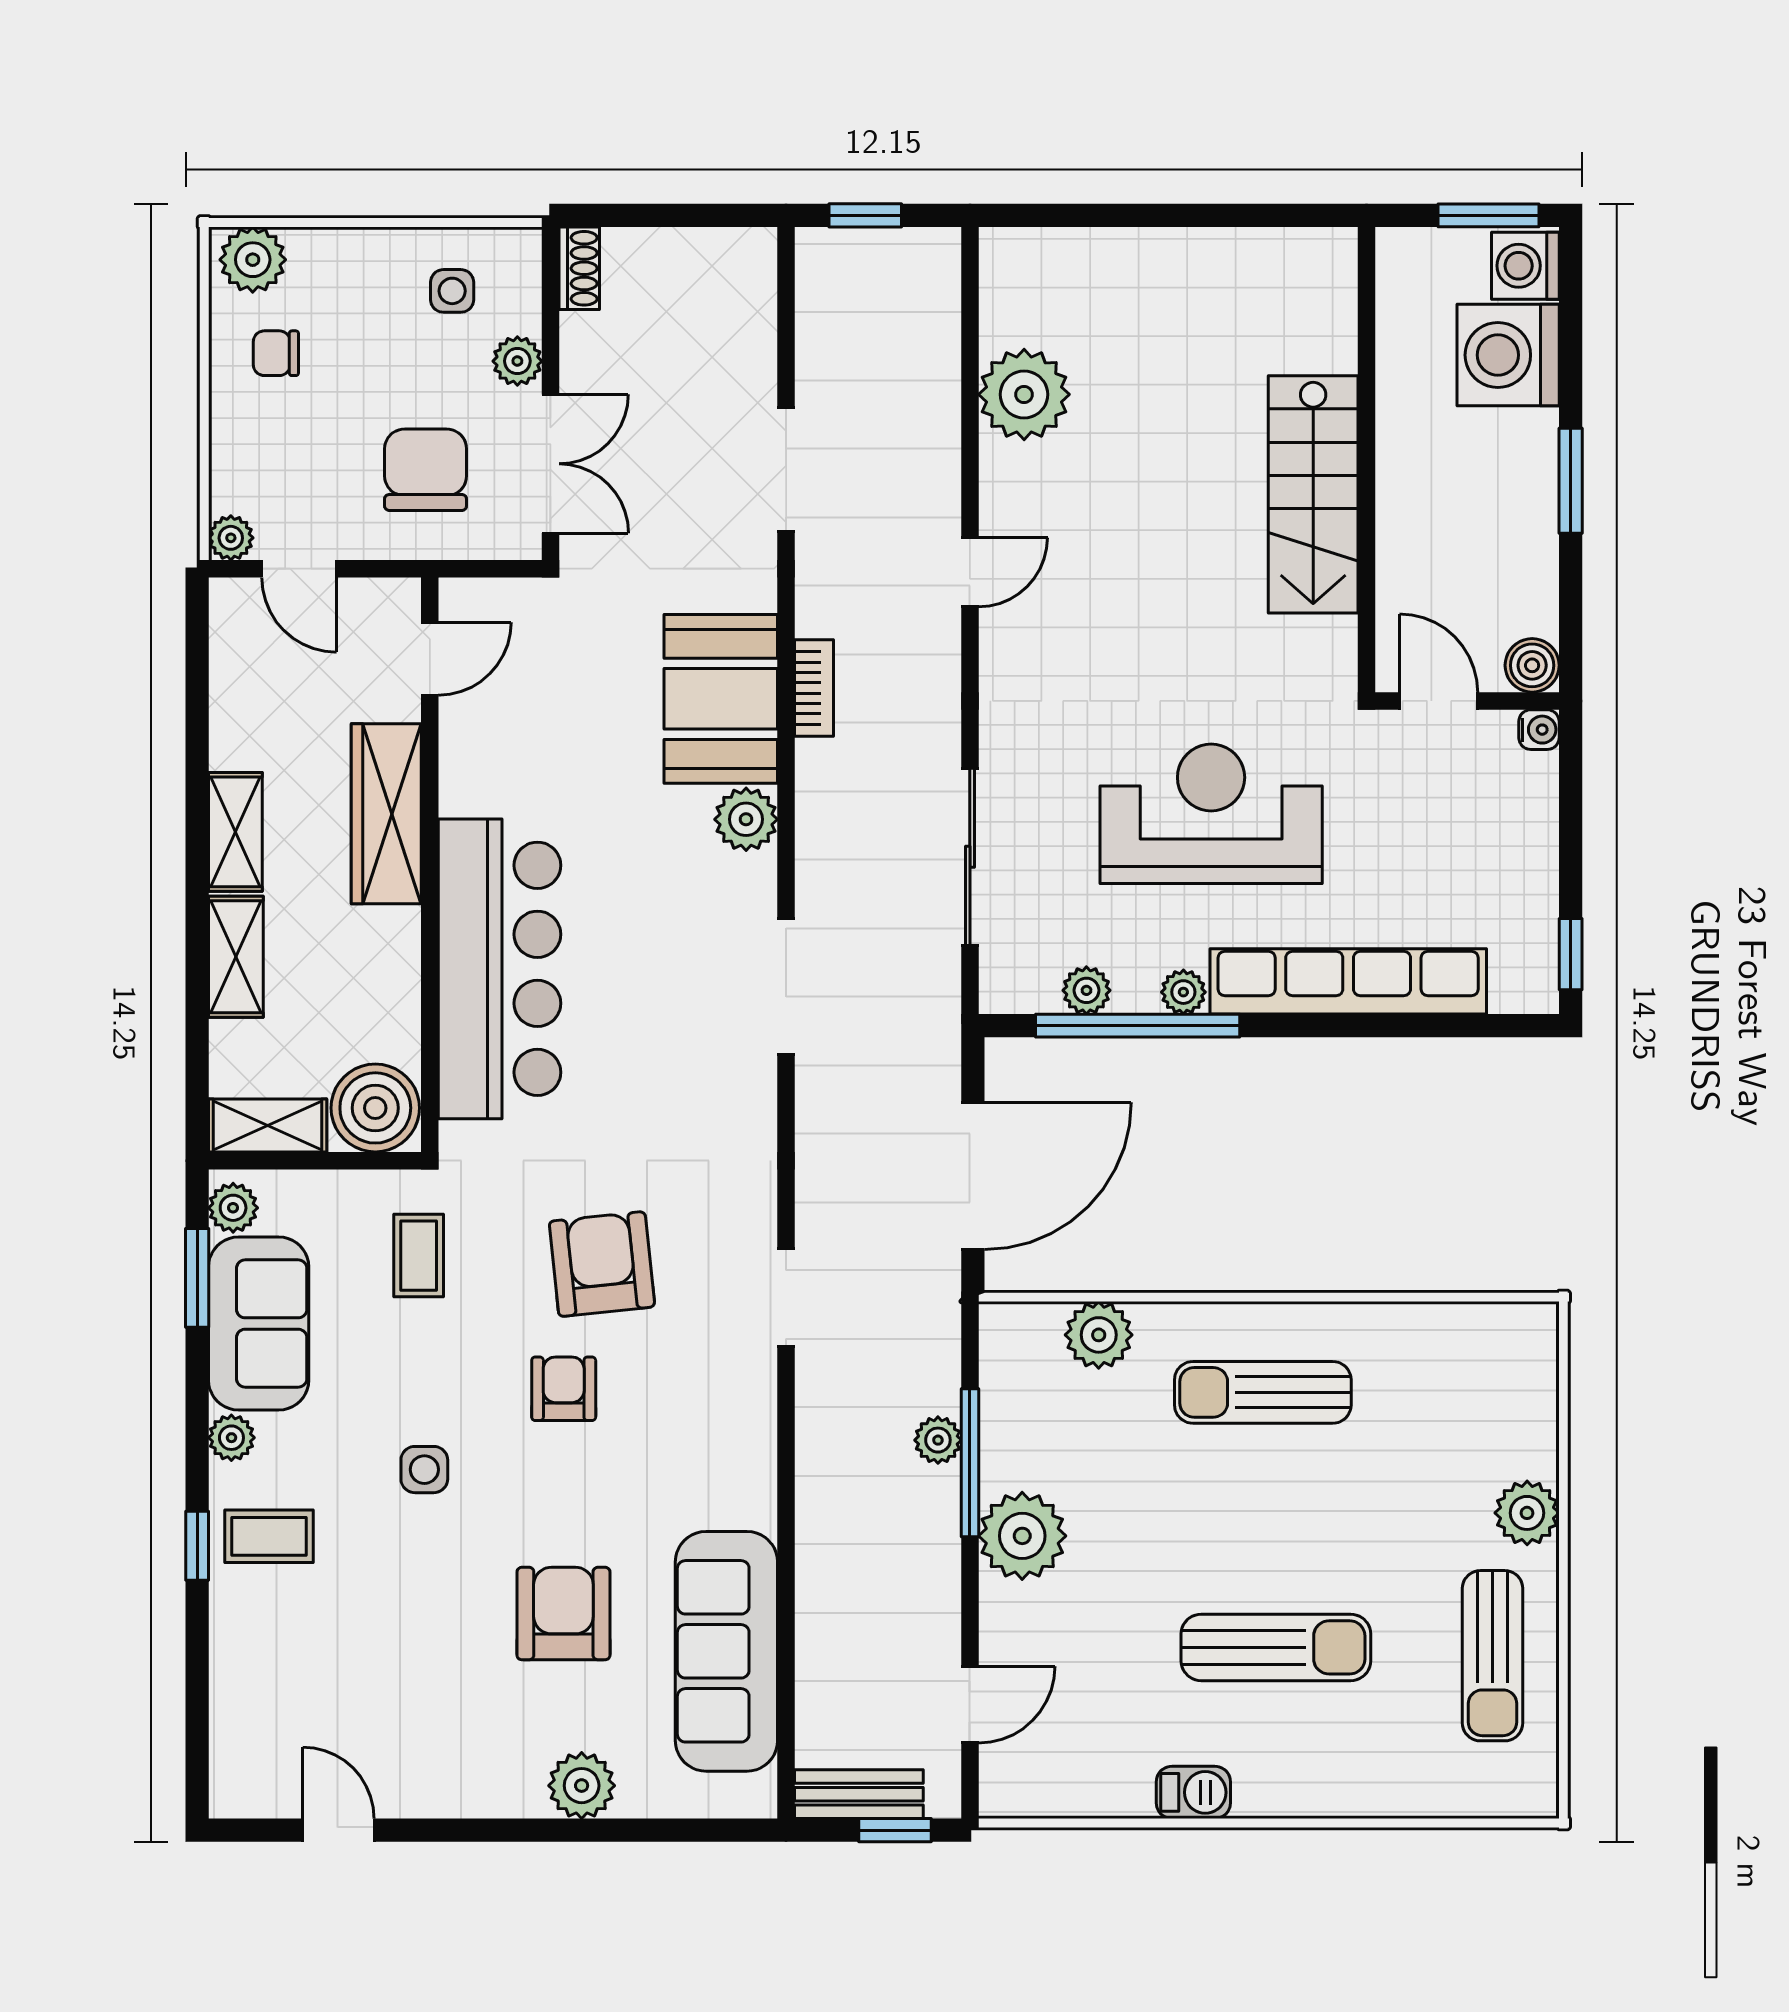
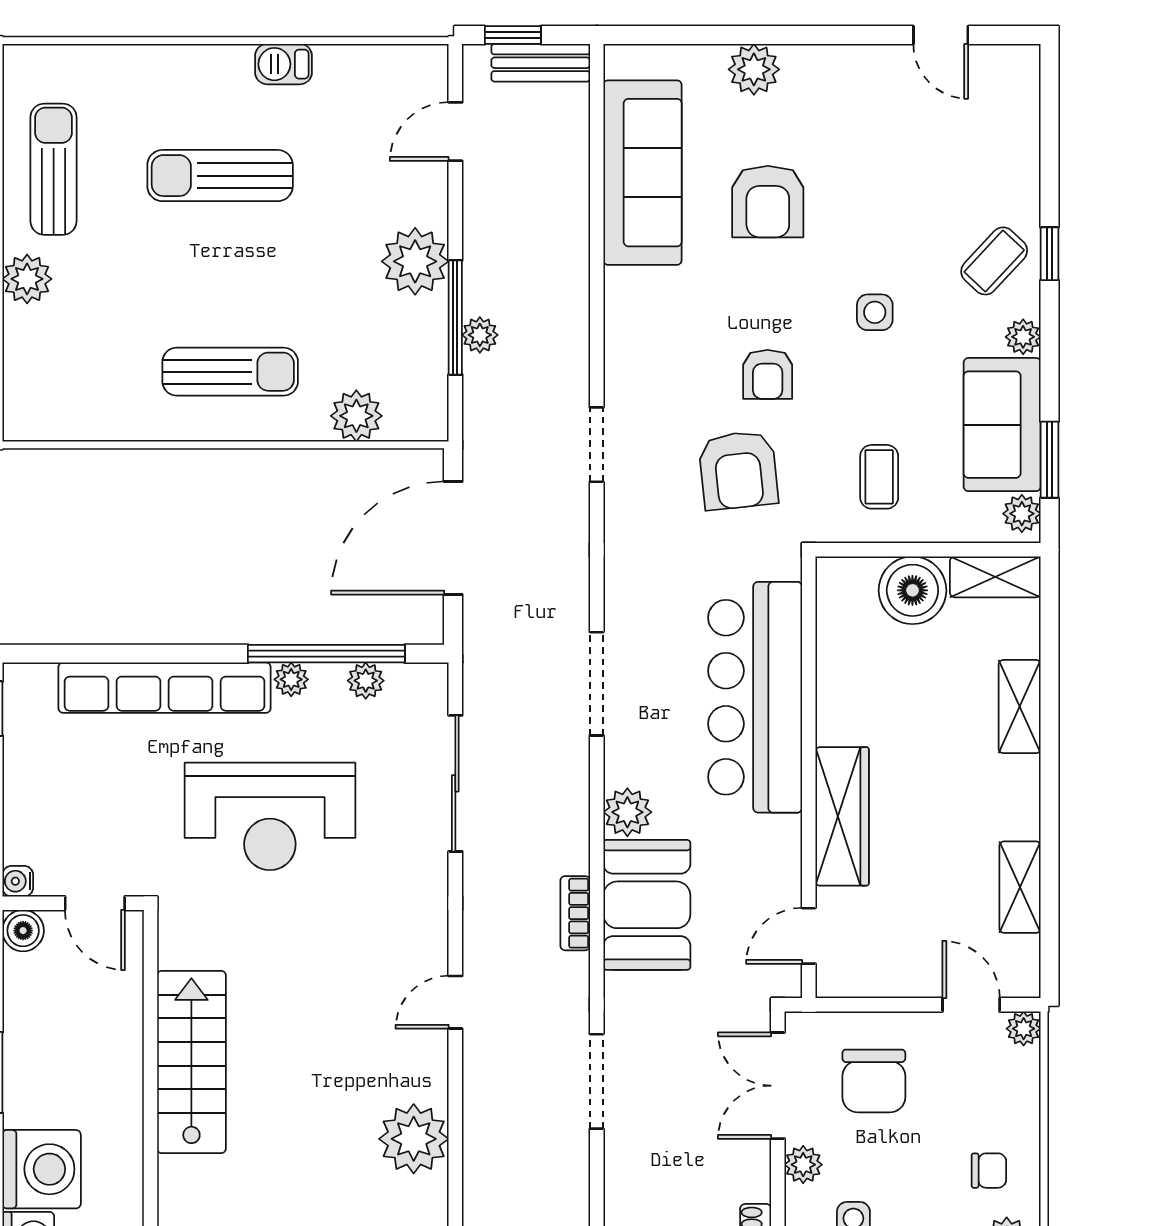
door: (430, 659) -> (809, 936), moved
wardrobe: (386, 814) -> (842, 816), moved
shelving: (235, 832) -> (1020, 887), moved
wall: (430, 865) -> (809, 777), moved
bar counter: (500, 969) -> (755, 697), moved
coffee table: (269, 1536) -> (994, 261), turned -47

